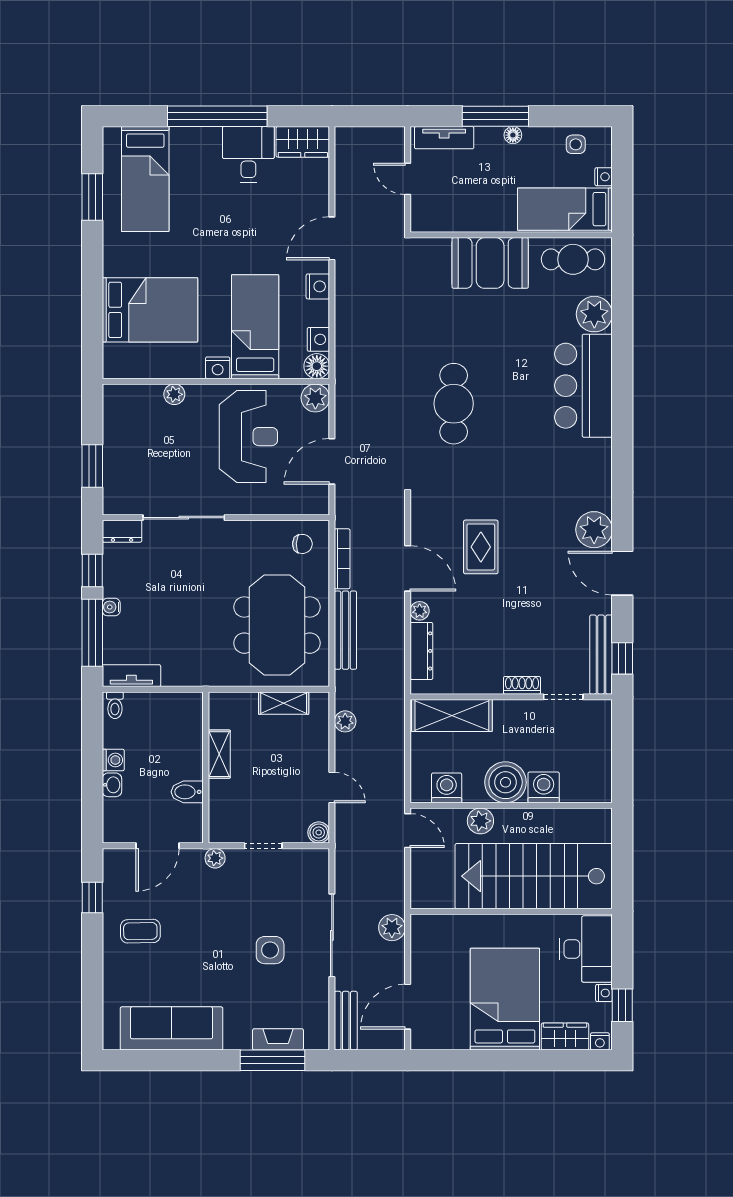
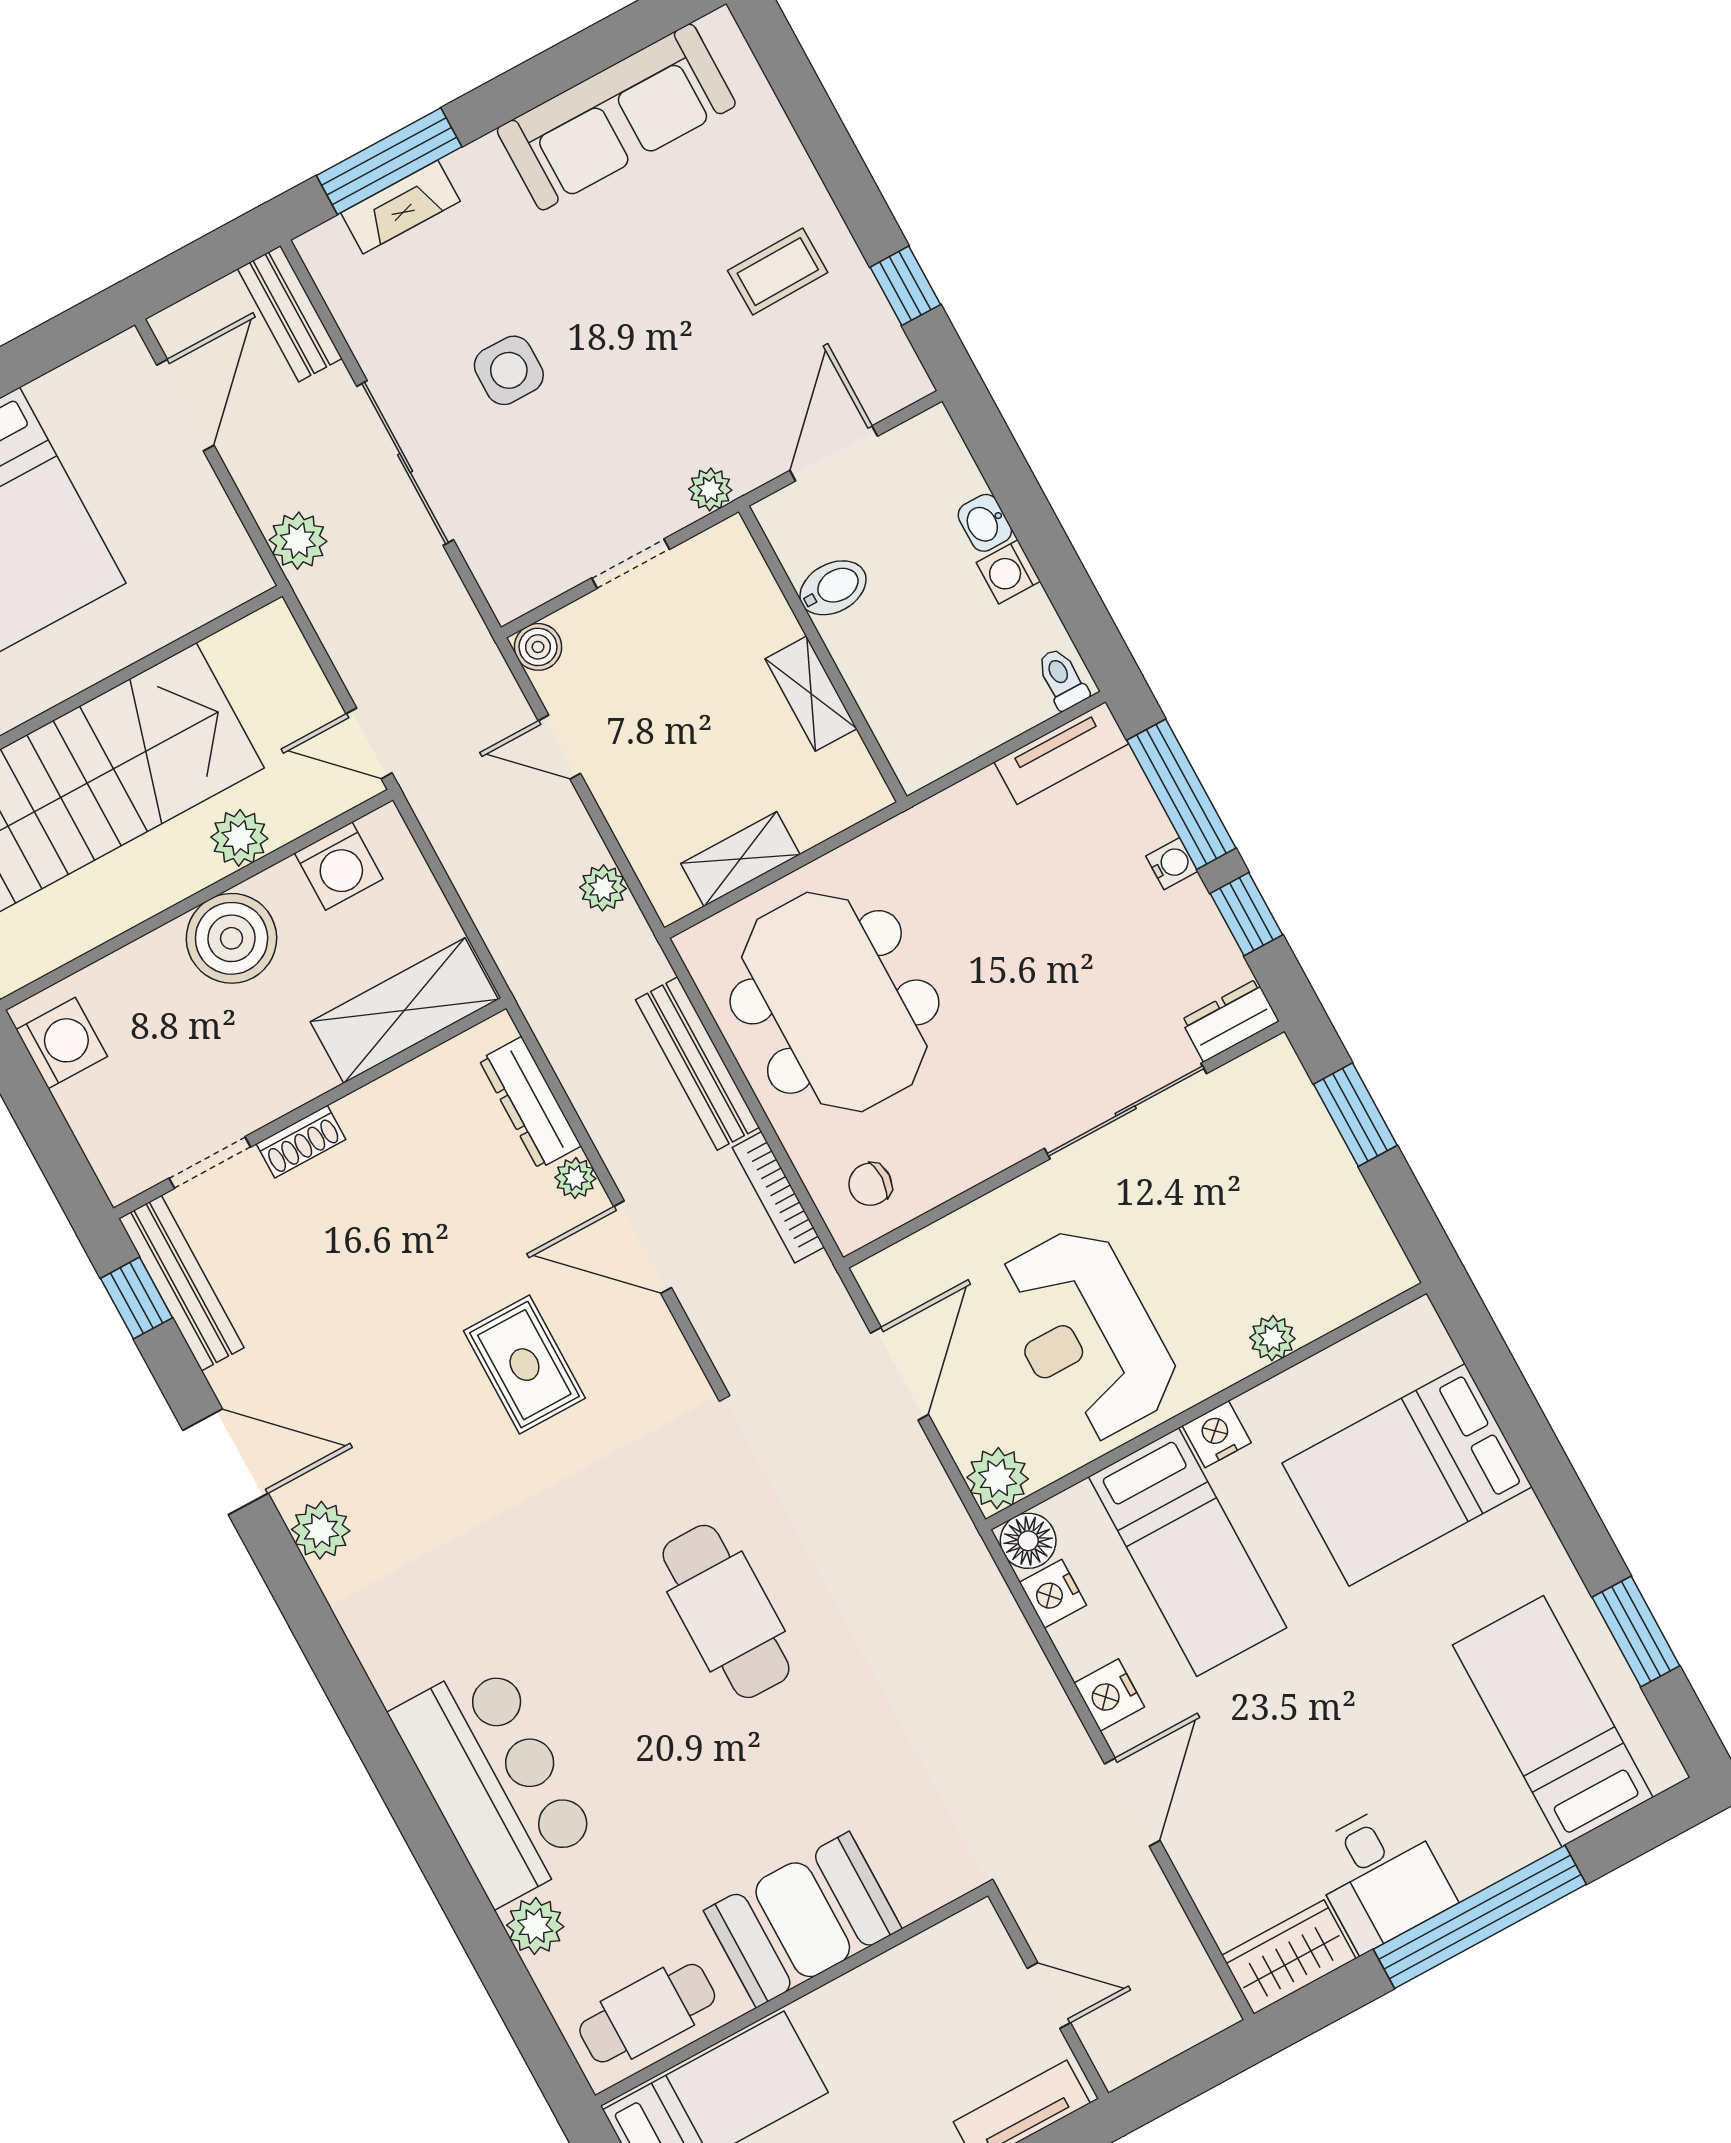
plant: (594, 314) -> (535, 1926), width x0.73, depth x0.73
plant: (594, 530) -> (321, 1530), width x0.73, depth x0.73
washing machine: (544, 787) -> (62, 1043), moved, turned -90

